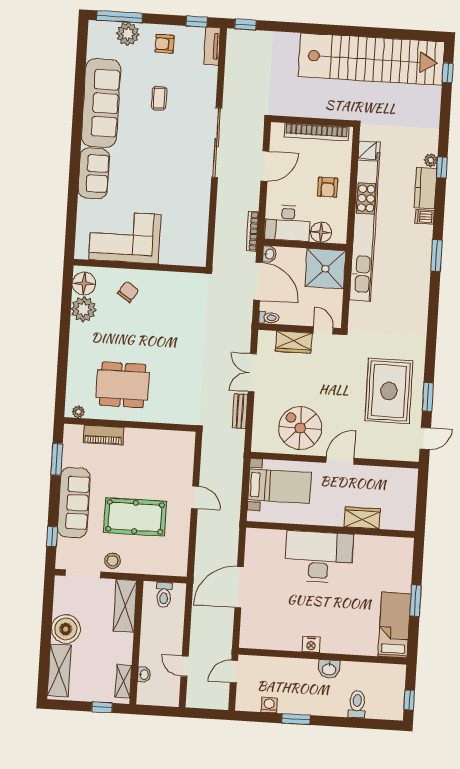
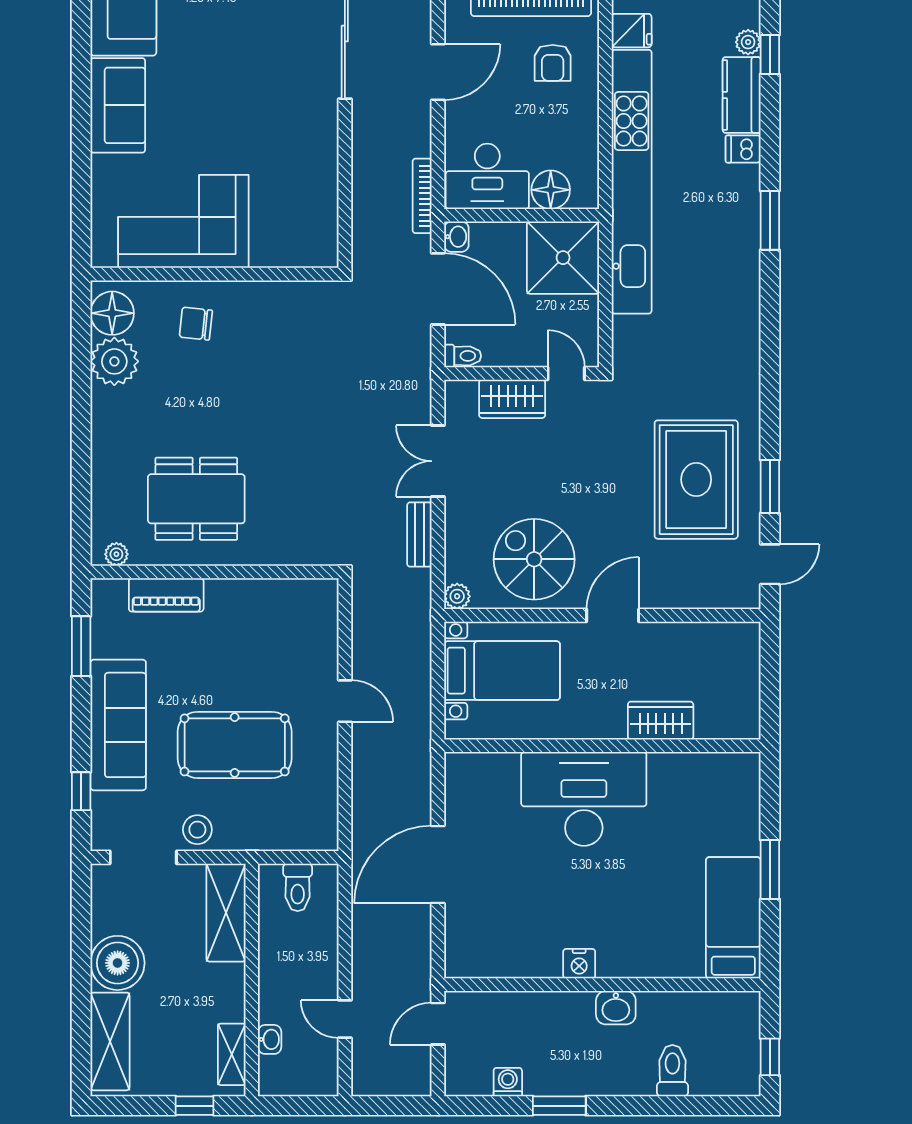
armchair: (328, 187) -> (553, 63), moved
chair: (128, 292) -> (196, 324), turned -118
plant: (258, 445) -> (457, 596), added

